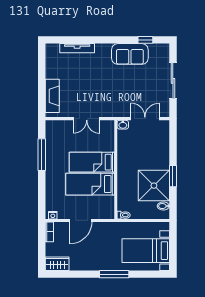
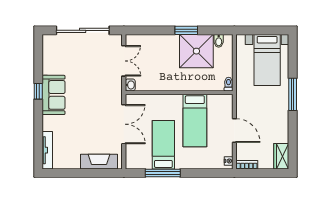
window: (145, 40) -> (38, 91), moved
tv unit: (77, 48) -> (47, 150), moved
sofa: (130, 54) -> (53, 95), moved
sliding door: (173, 81) -> (83, 30), width x1.36
double door: (87, 119) -> (124, 124), width x1.37
double door: (145, 119) -> (124, 61), swing flipped
bed: (92, 162) -> (163, 145), moved, turned 180

